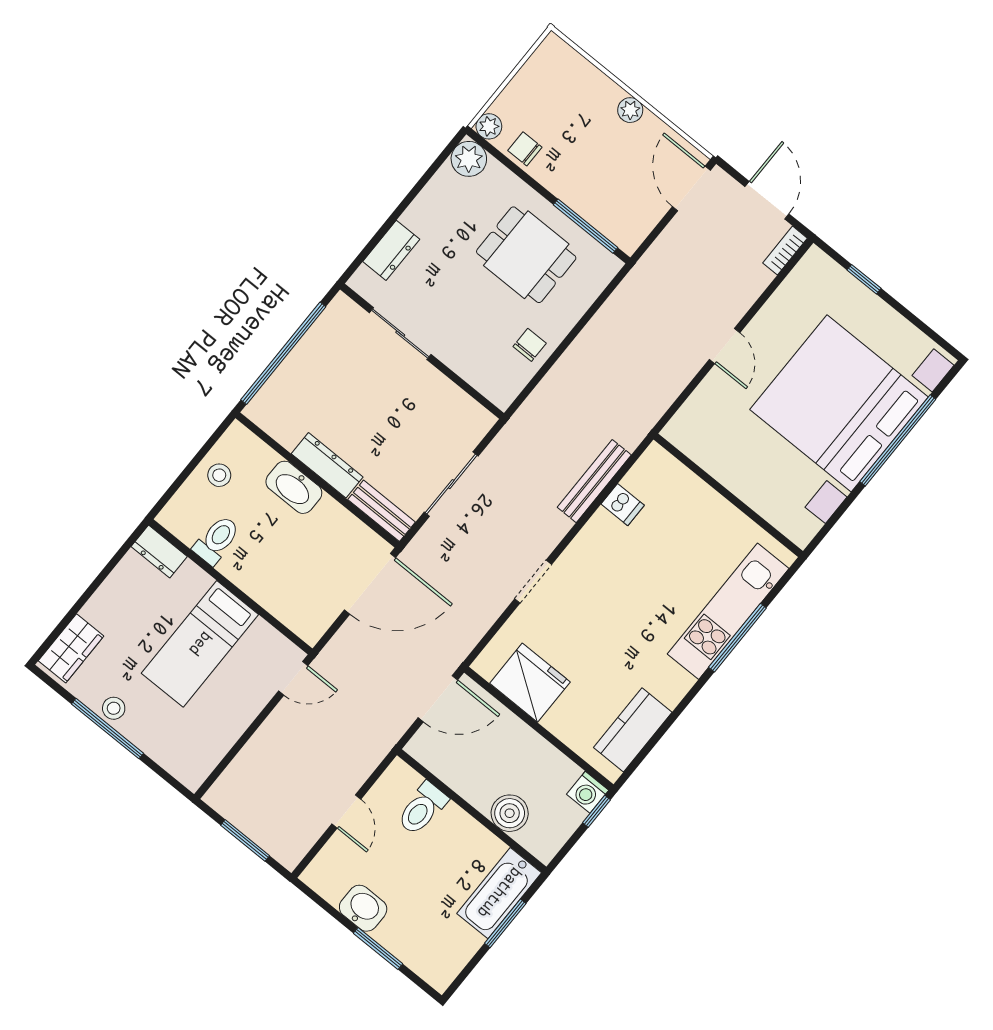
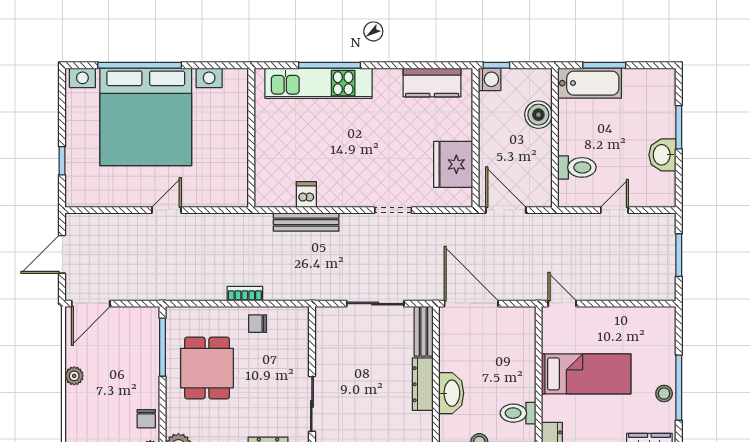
bookcase: (785, 251) -> (245, 294), moved, turned 180

